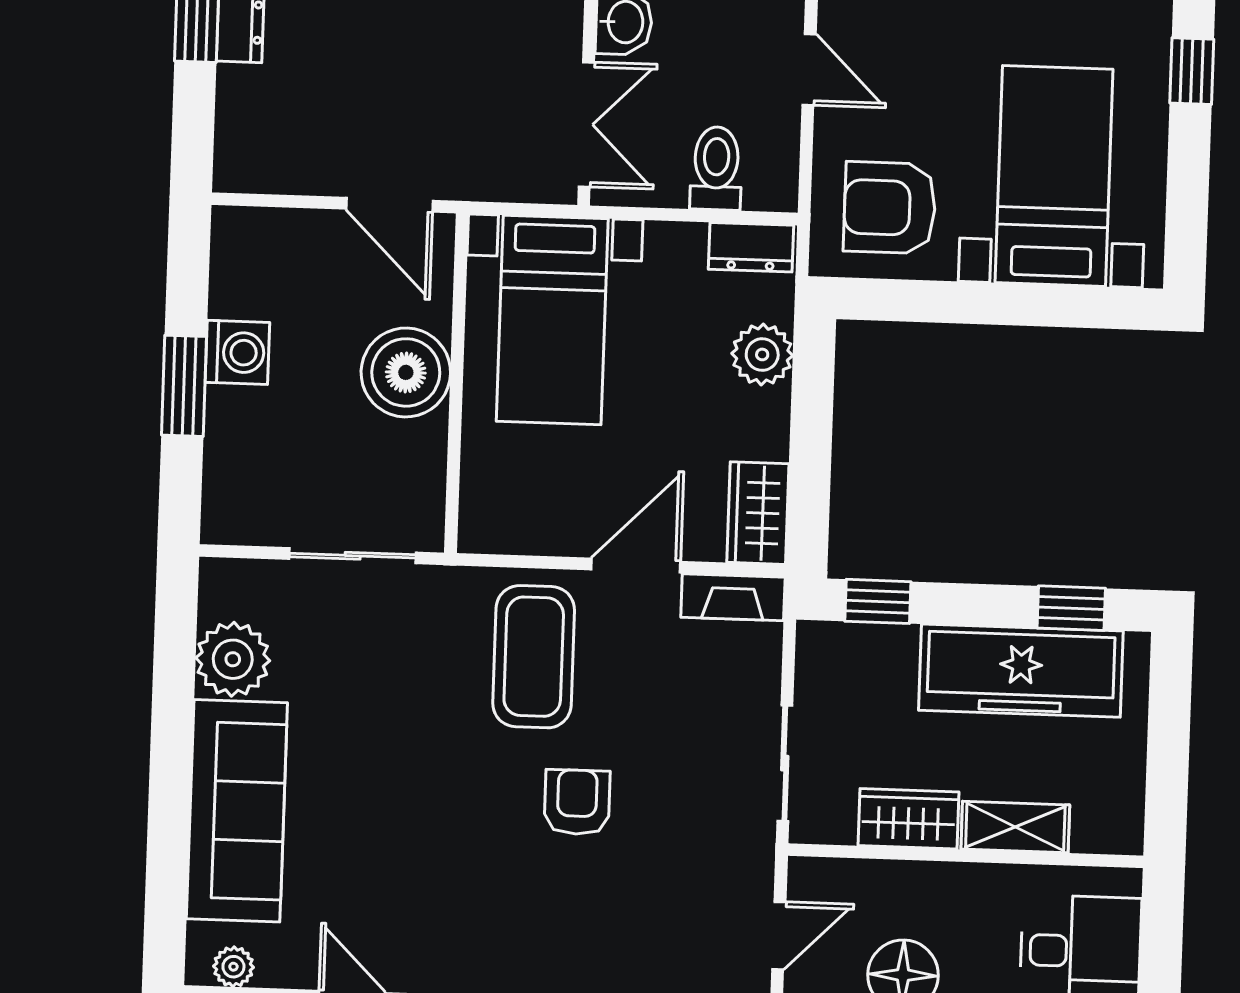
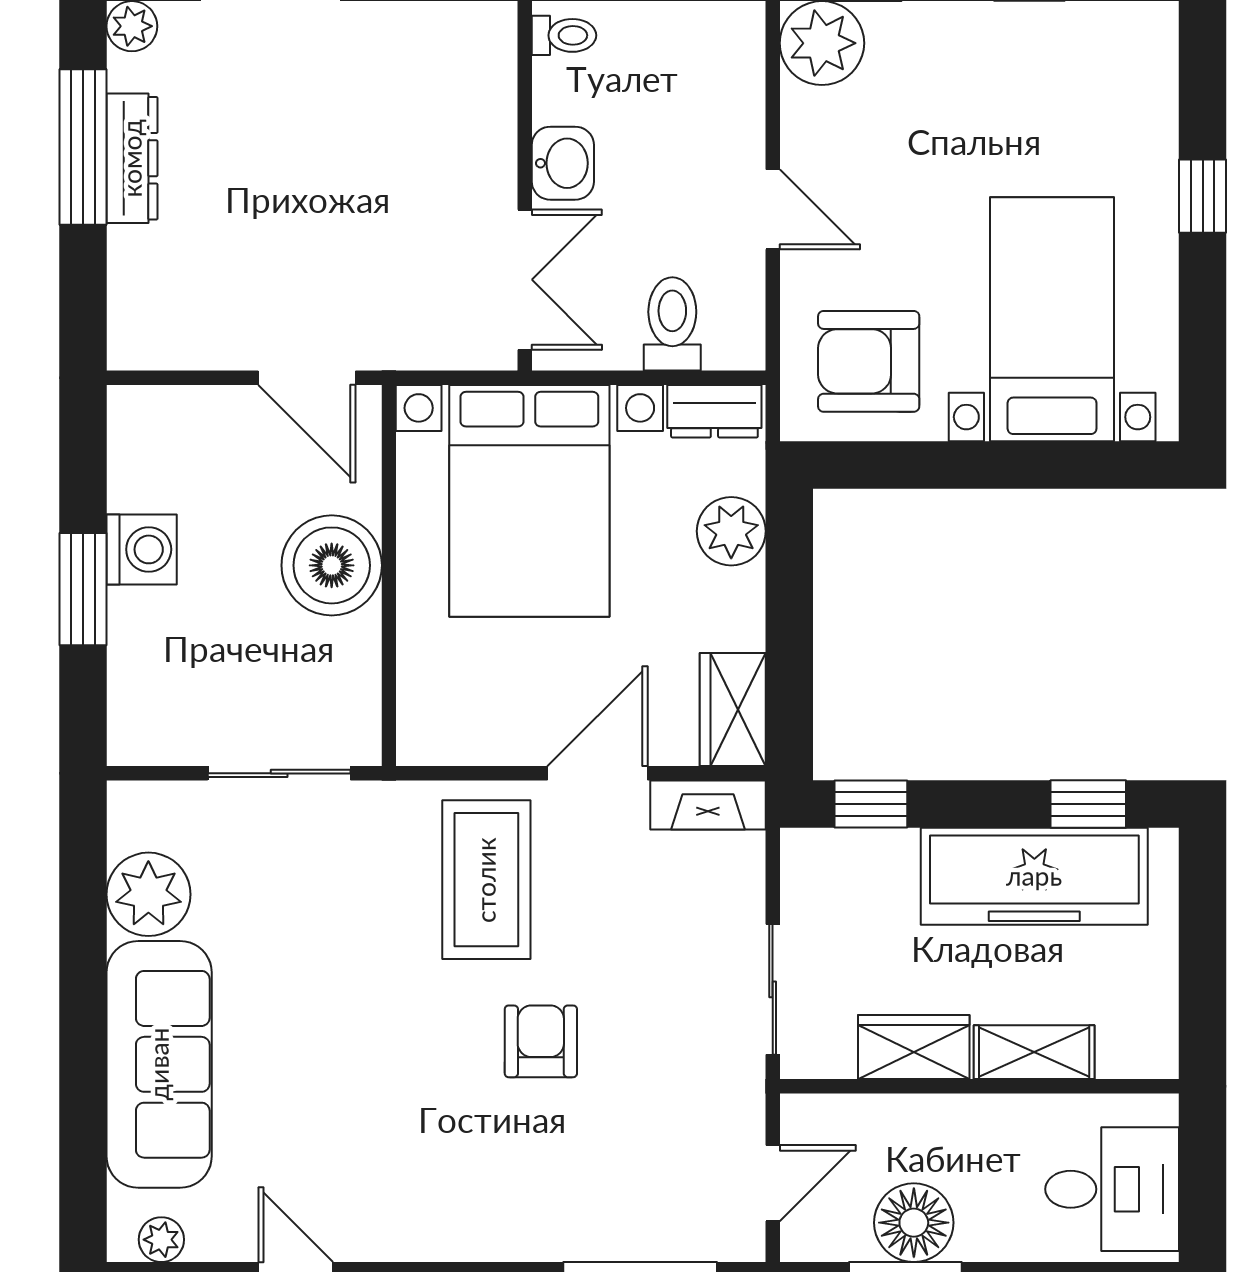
bed with nightstands: (552, 320) -> (529, 501), width x1.36

